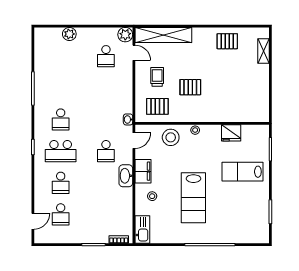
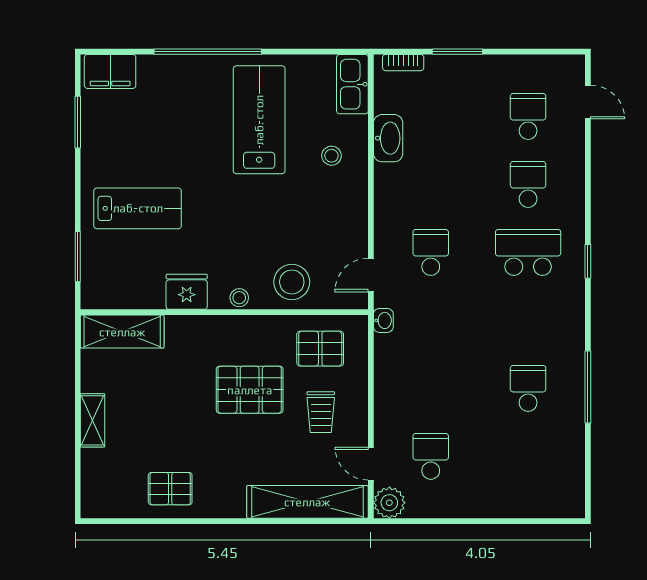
plant: (69, 34) -> (509, 504), removed
shelving: (263, 51) -> (93, 420), moved
pallet: (190, 87) -> (250, 390), width x1.50, depth x1.42
shelving: (250, 114) -> (122, 332), added
school desk: (61, 119) -> (528, 388), moved
fridge: (231, 133) -> (187, 292), moved
filing cabinet: (143, 171) -> (110, 71), moved, turned -90
washbasin: (126, 176) -> (388, 138), moved
lab bench: (193, 198) -> (259, 120), moved
door: (33, 221) -> (588, 102), swing flipped

